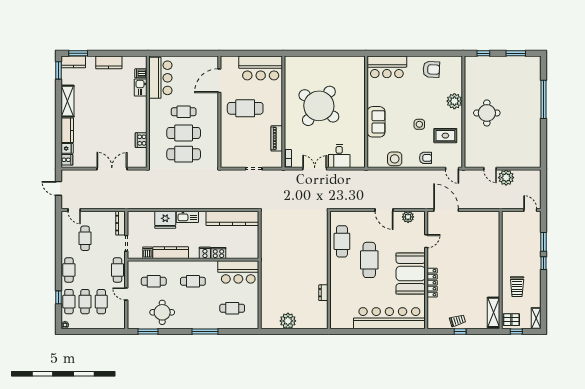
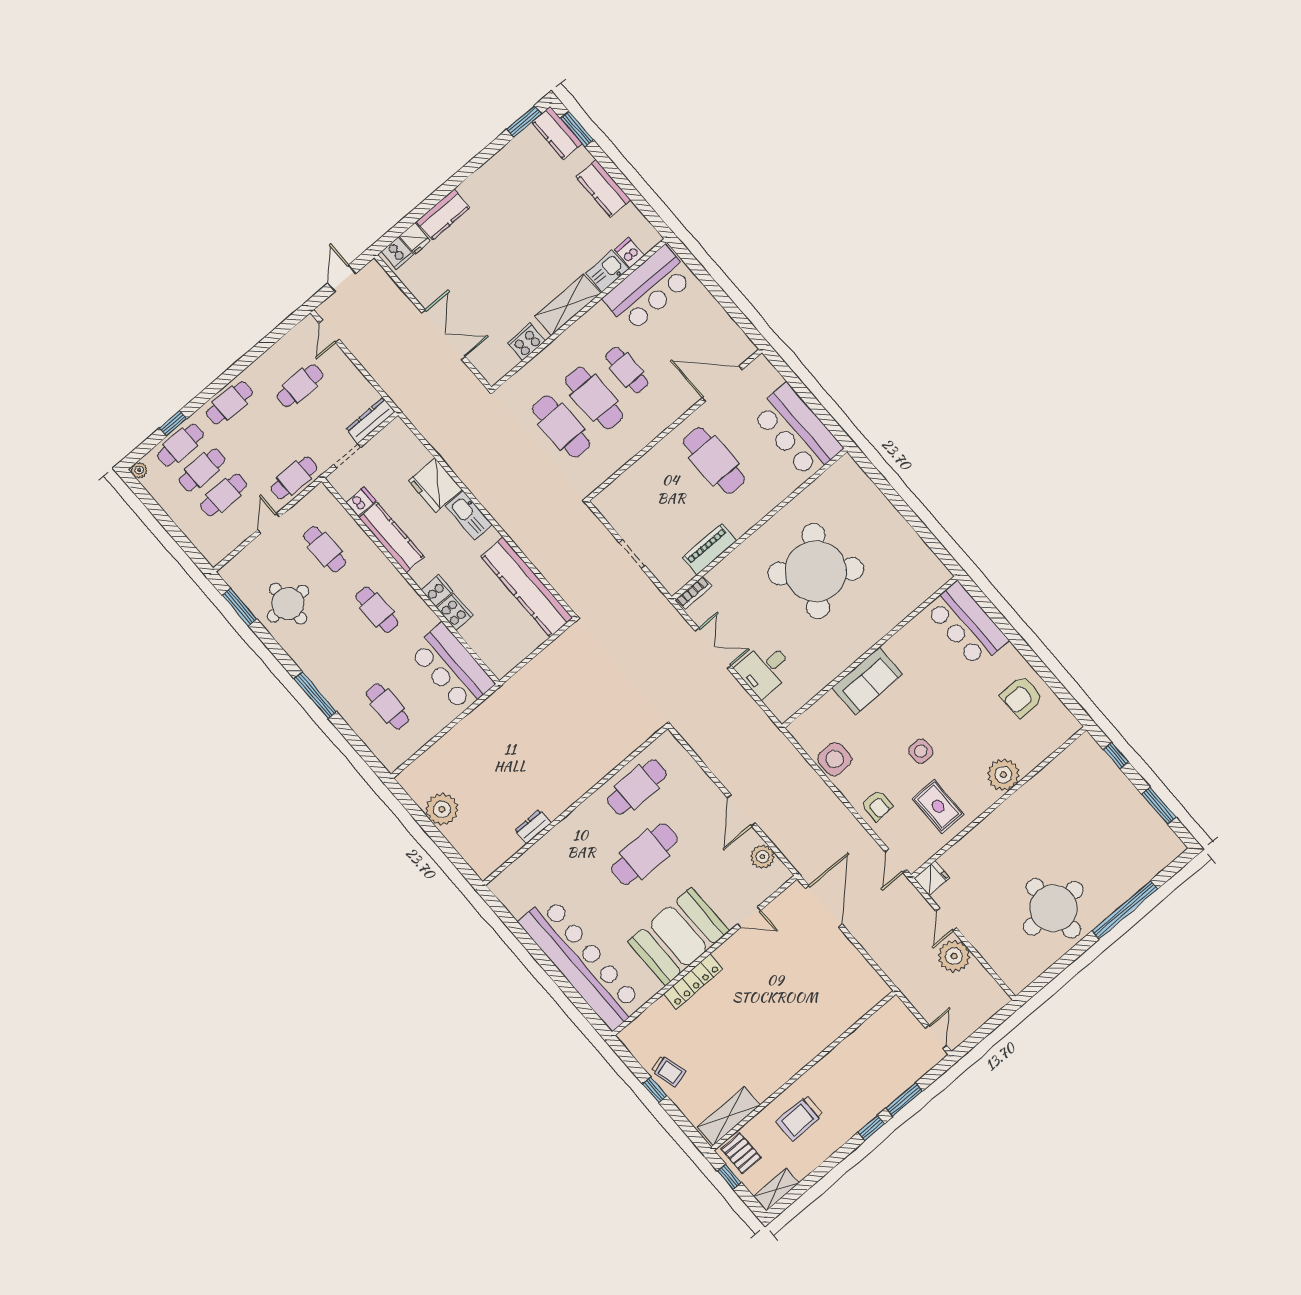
armchair: (431, 69) -> (1022, 697), turned 87
shelving: (67, 101) -> (568, 305), moved
round table: (487, 113) -> (1053, 908), moved, width x1.36, depth x1.36
fridge: (470, 161) -> (932, 878), added

